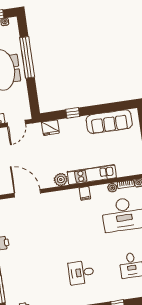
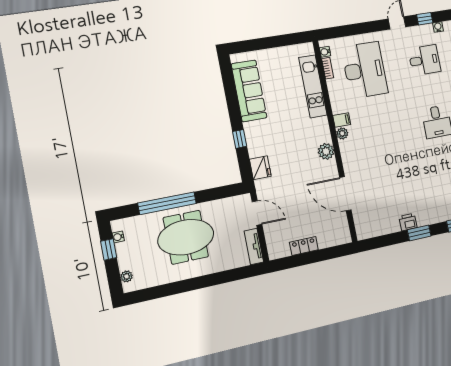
kitchen unit: (92, 175) -> (313, 86), moved
plant: (112, 188) -> (342, 133), moved
door: (27, 193) -> (345, 194), hinge flipped

